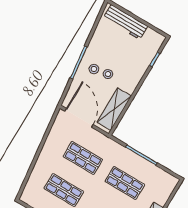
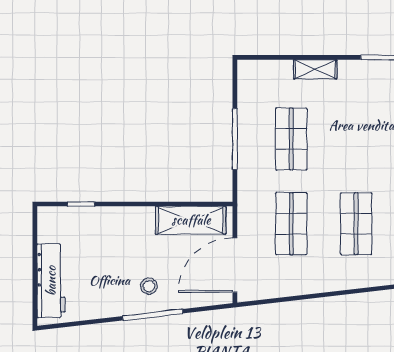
stool: (108, 74) -> (144, 261), removed

